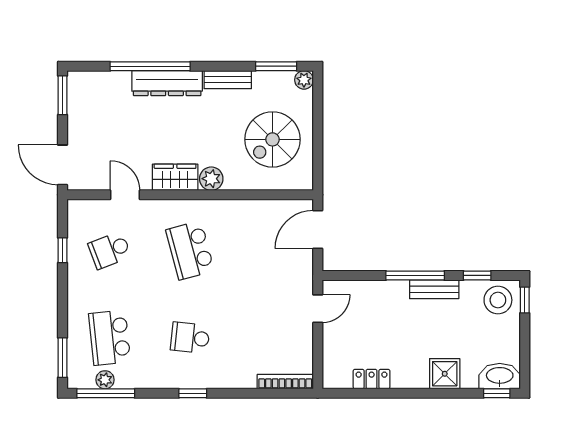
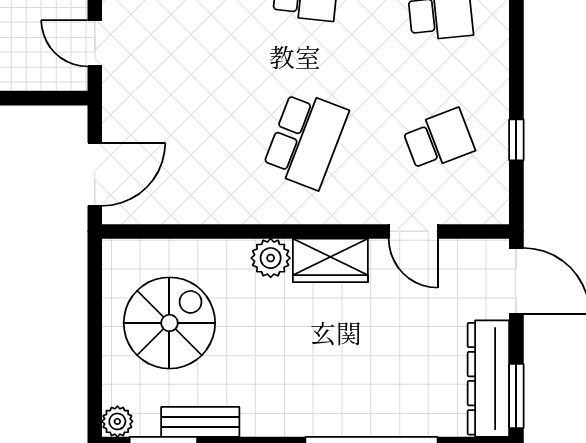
bench: (228, 80) -> (200, 422), moved
dresser: (167, 83) -> (488, 379), moved, turned -90
school desk: (190, 250) -> (306, 140), turned 36
door: (318, 309) -> (95, 43), hinge flipped

